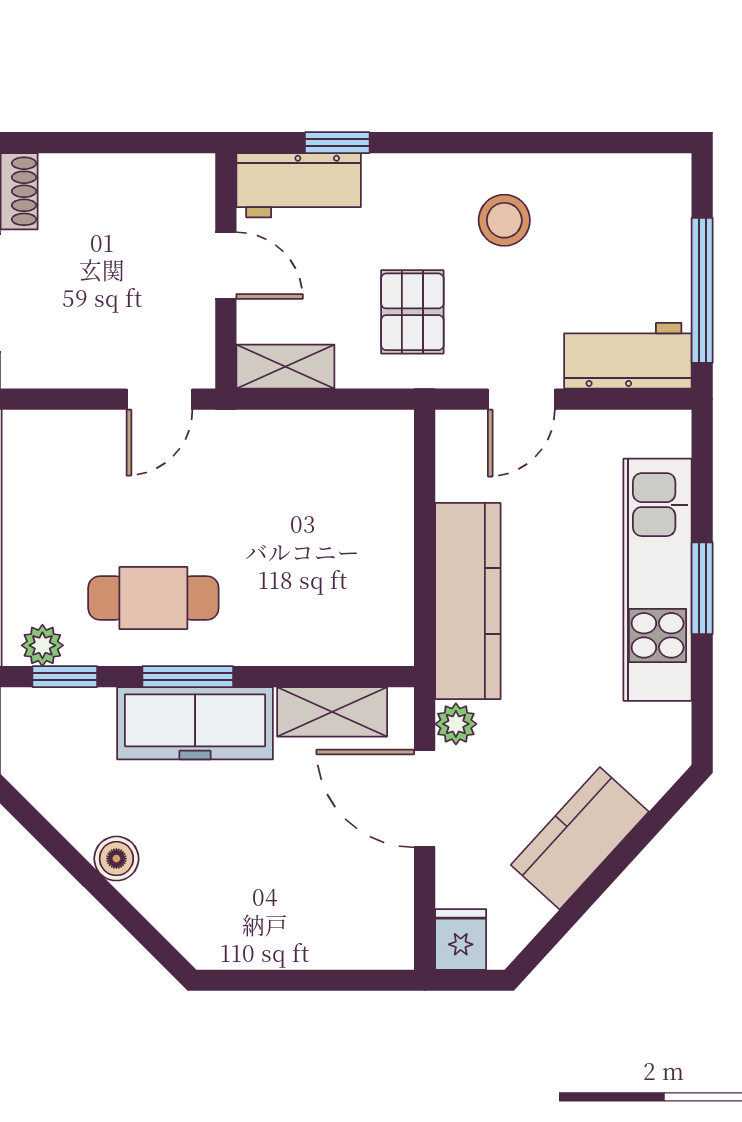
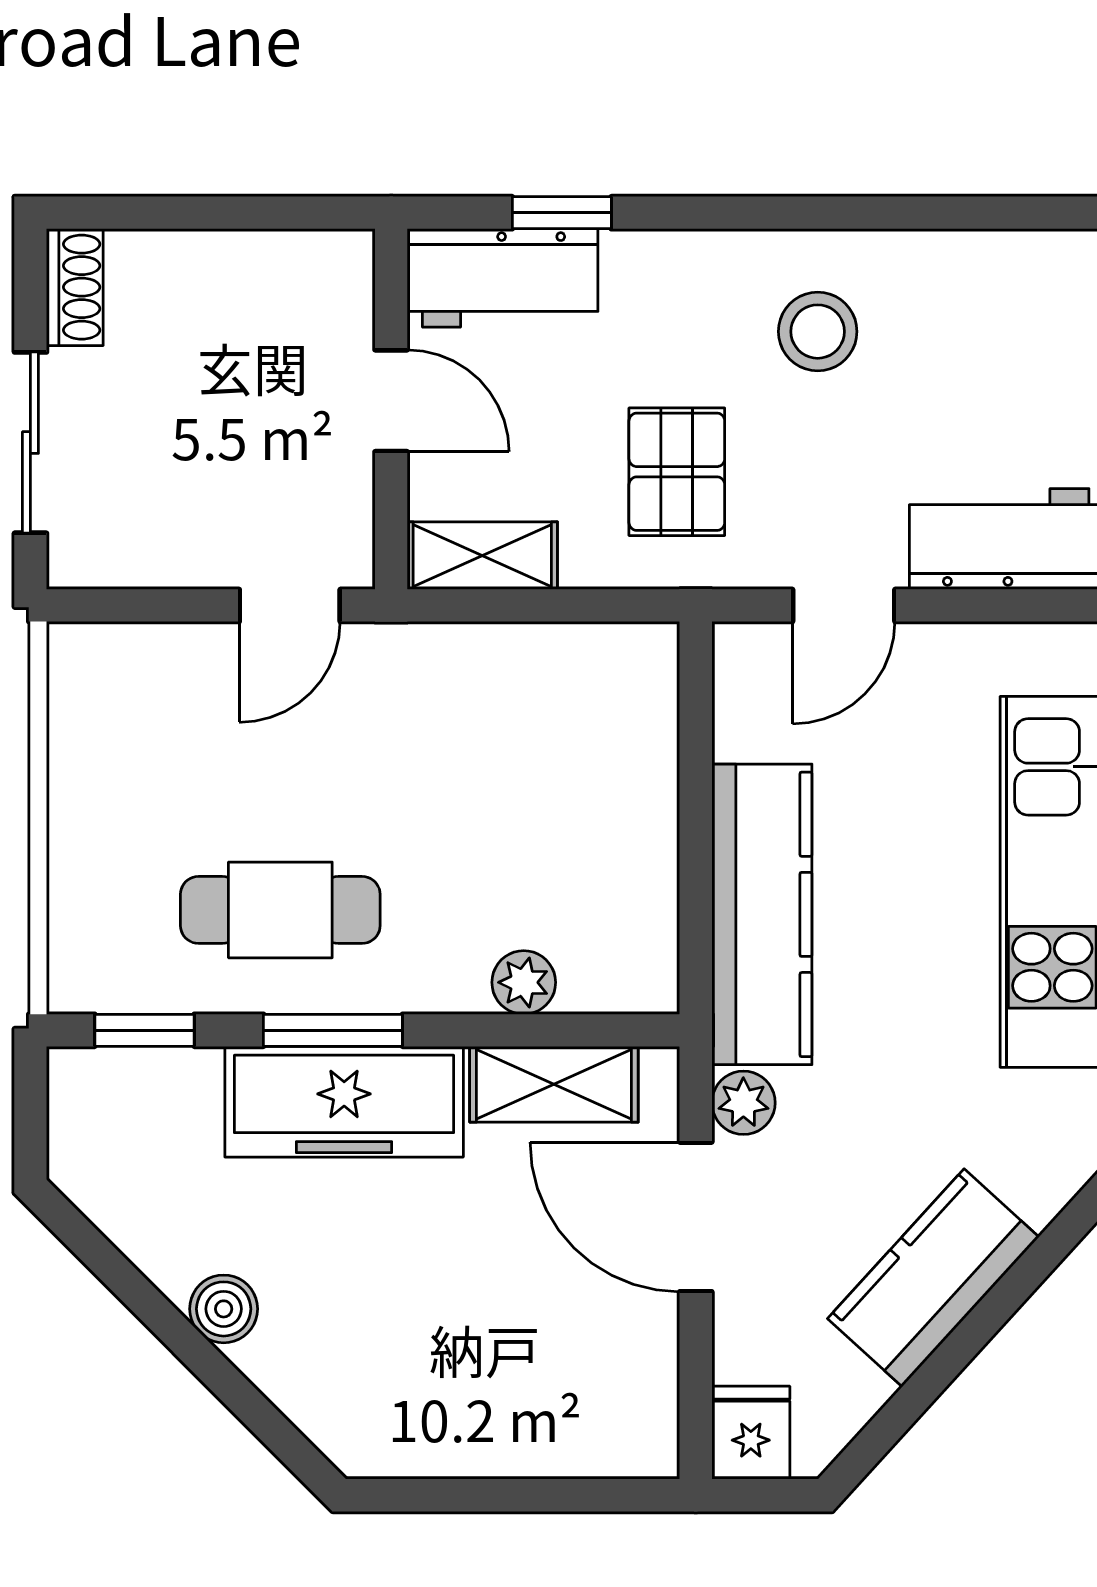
plant: (42, 645) -> (524, 982), moved

